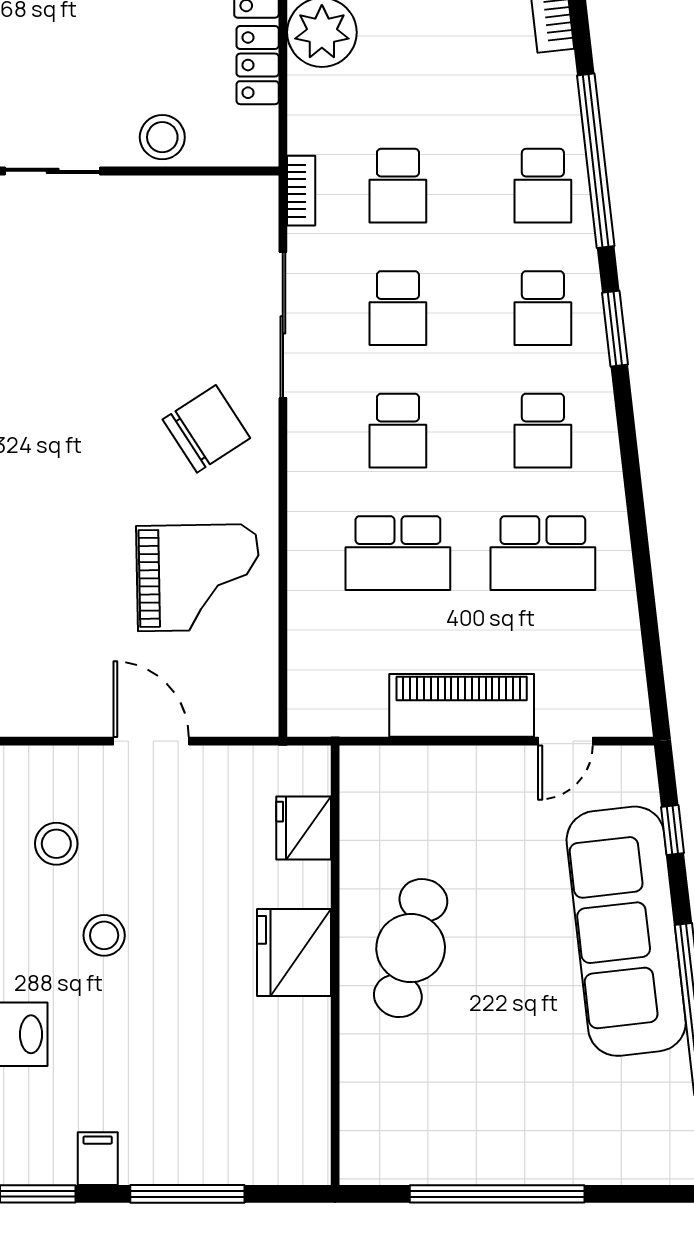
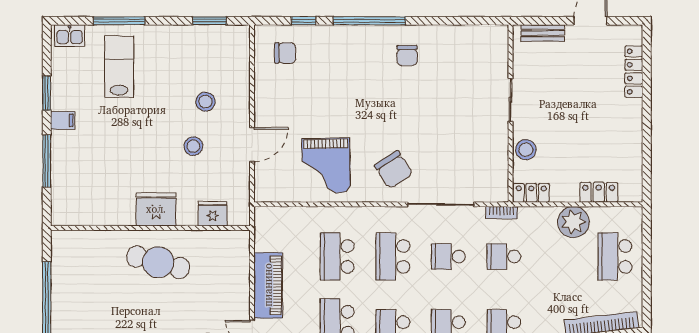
locker: (258, 65) -> (531, 193), moved
school desk: (398, 431) -> (393, 256), width x1.85
stool: (104, 935) -> (193, 146), moved

